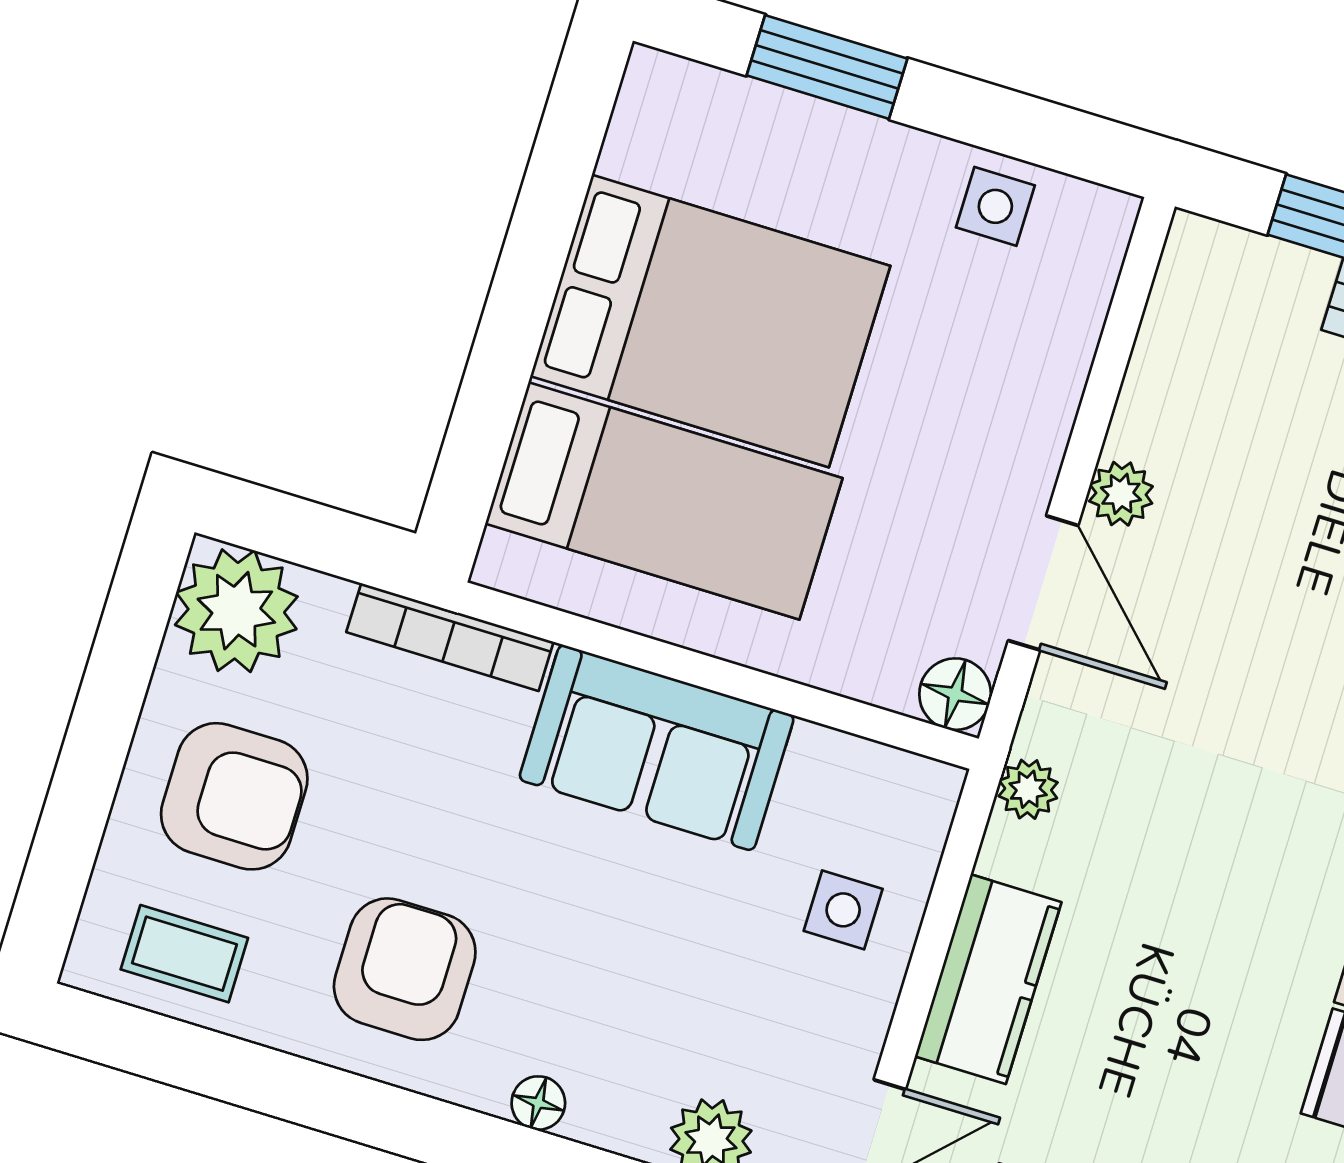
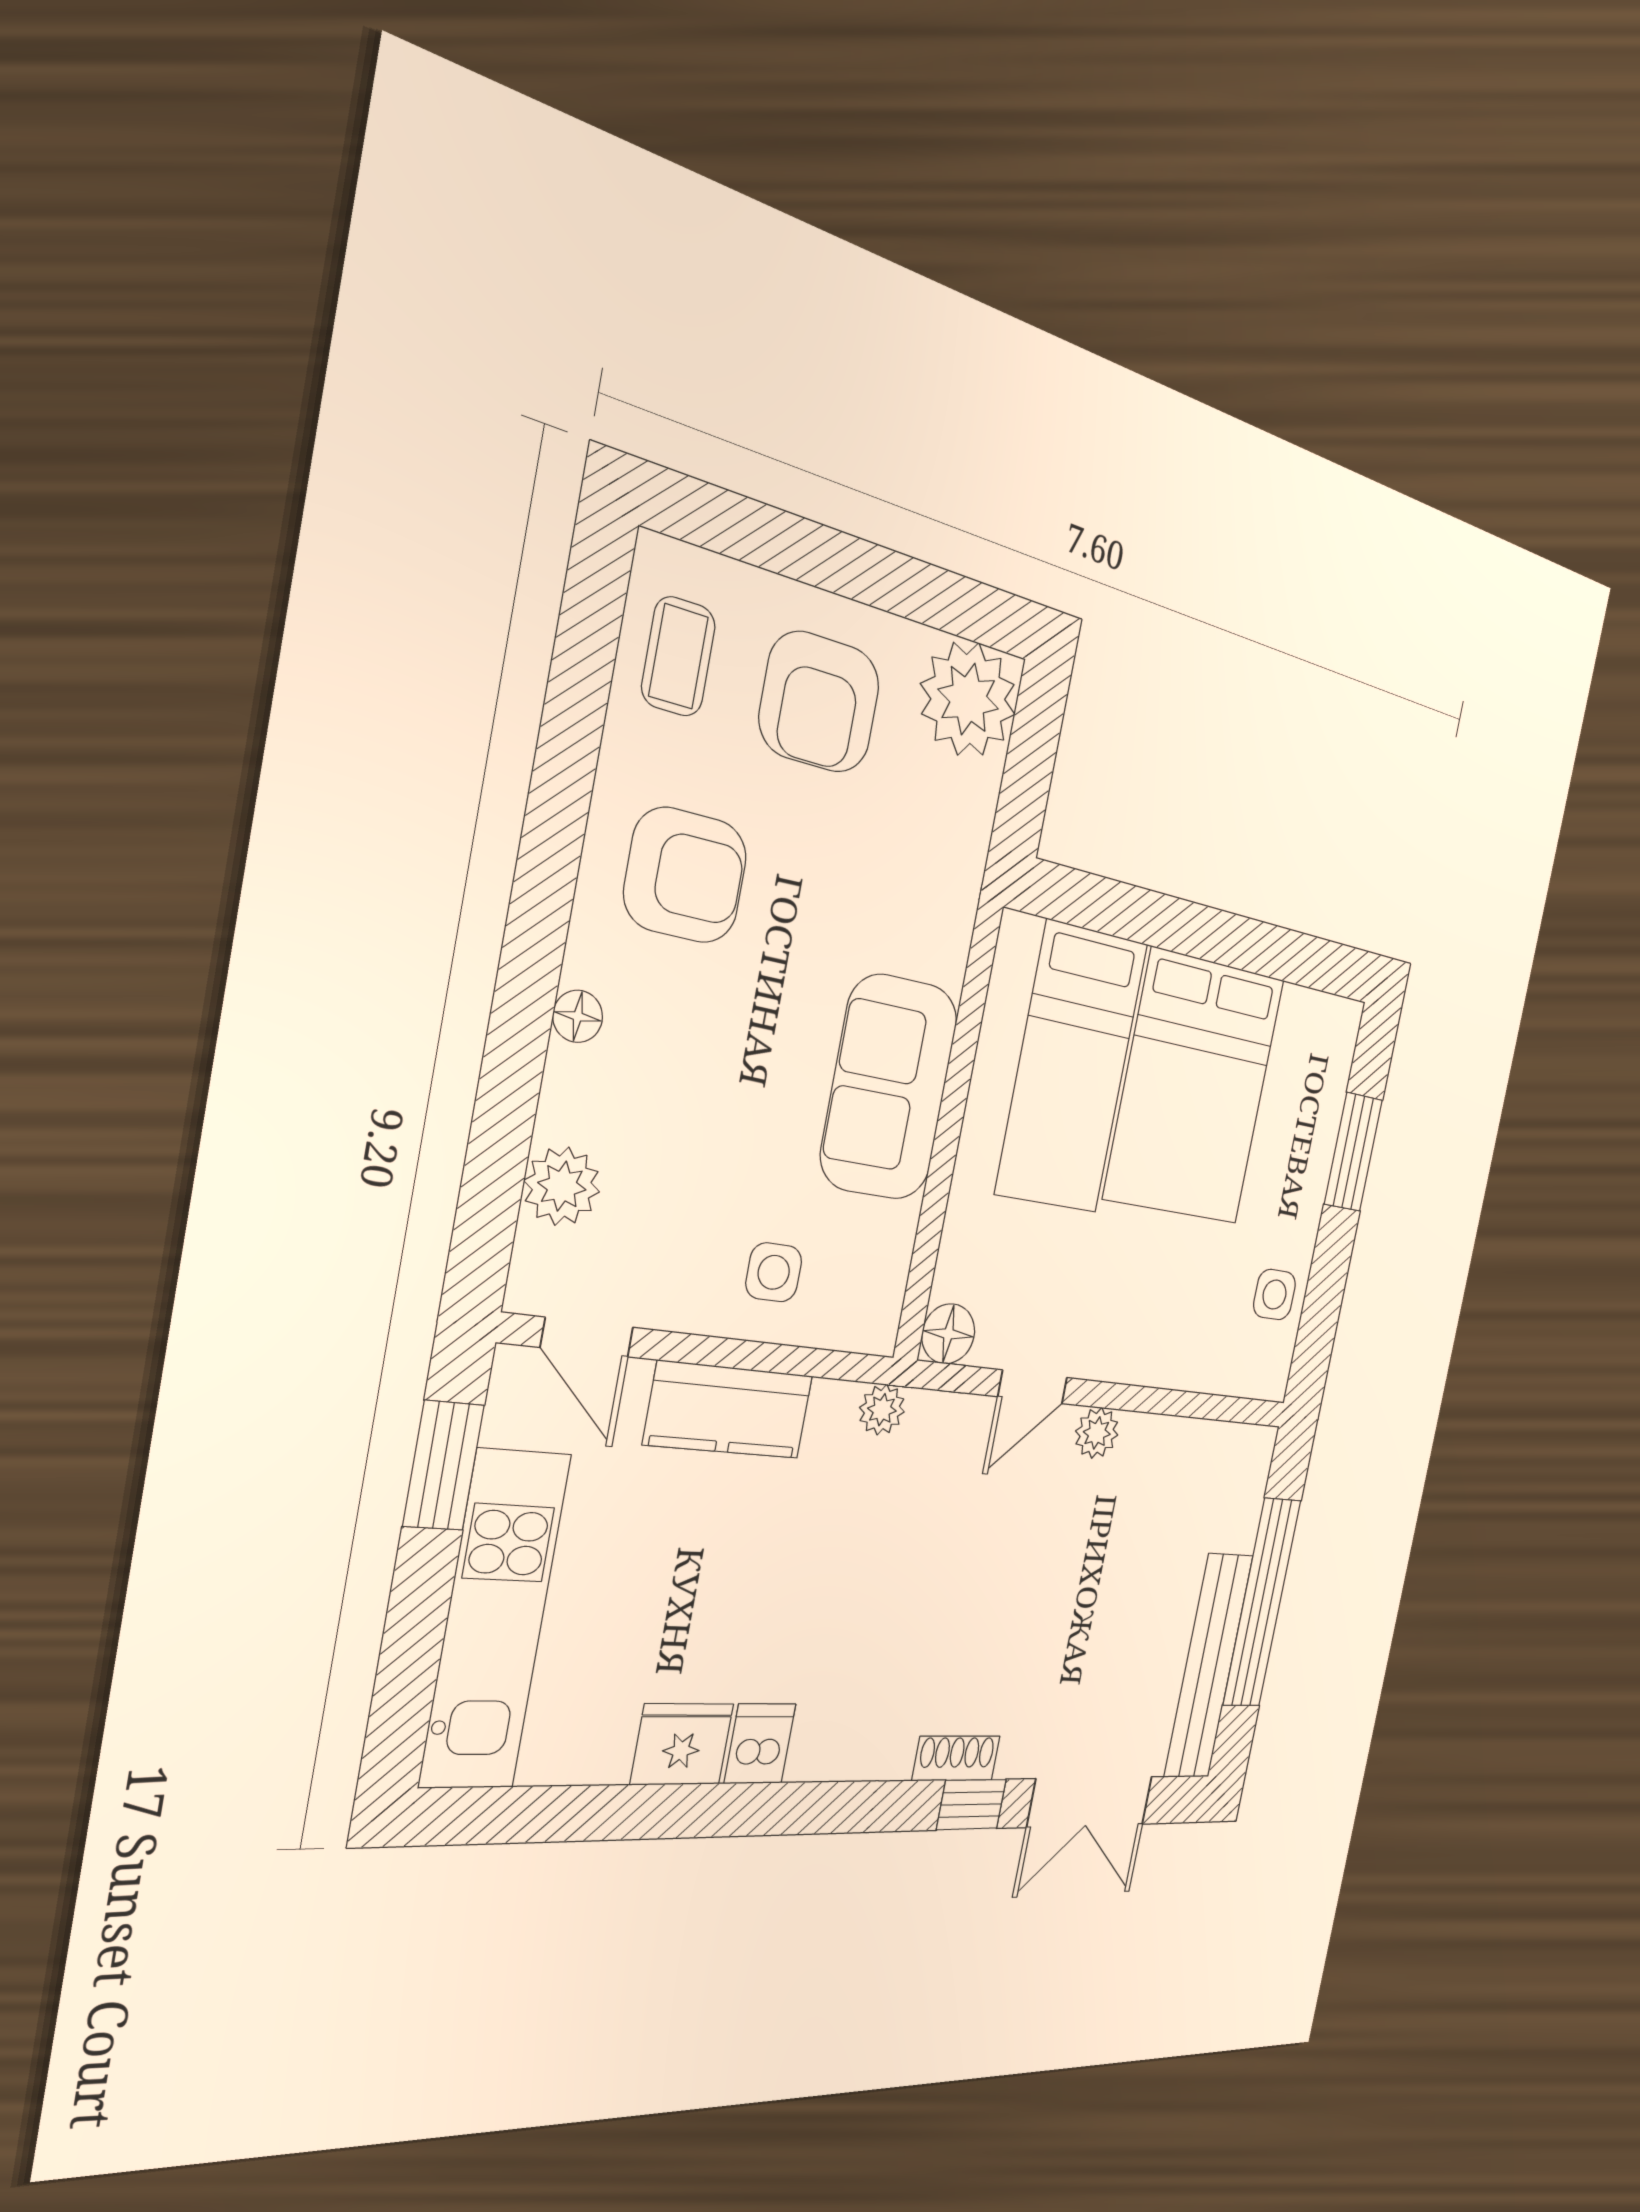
door: (1043, 583) -> (1033, 1387), width x0.73
bookcase: (450, 637) -> (961, 895), removed

